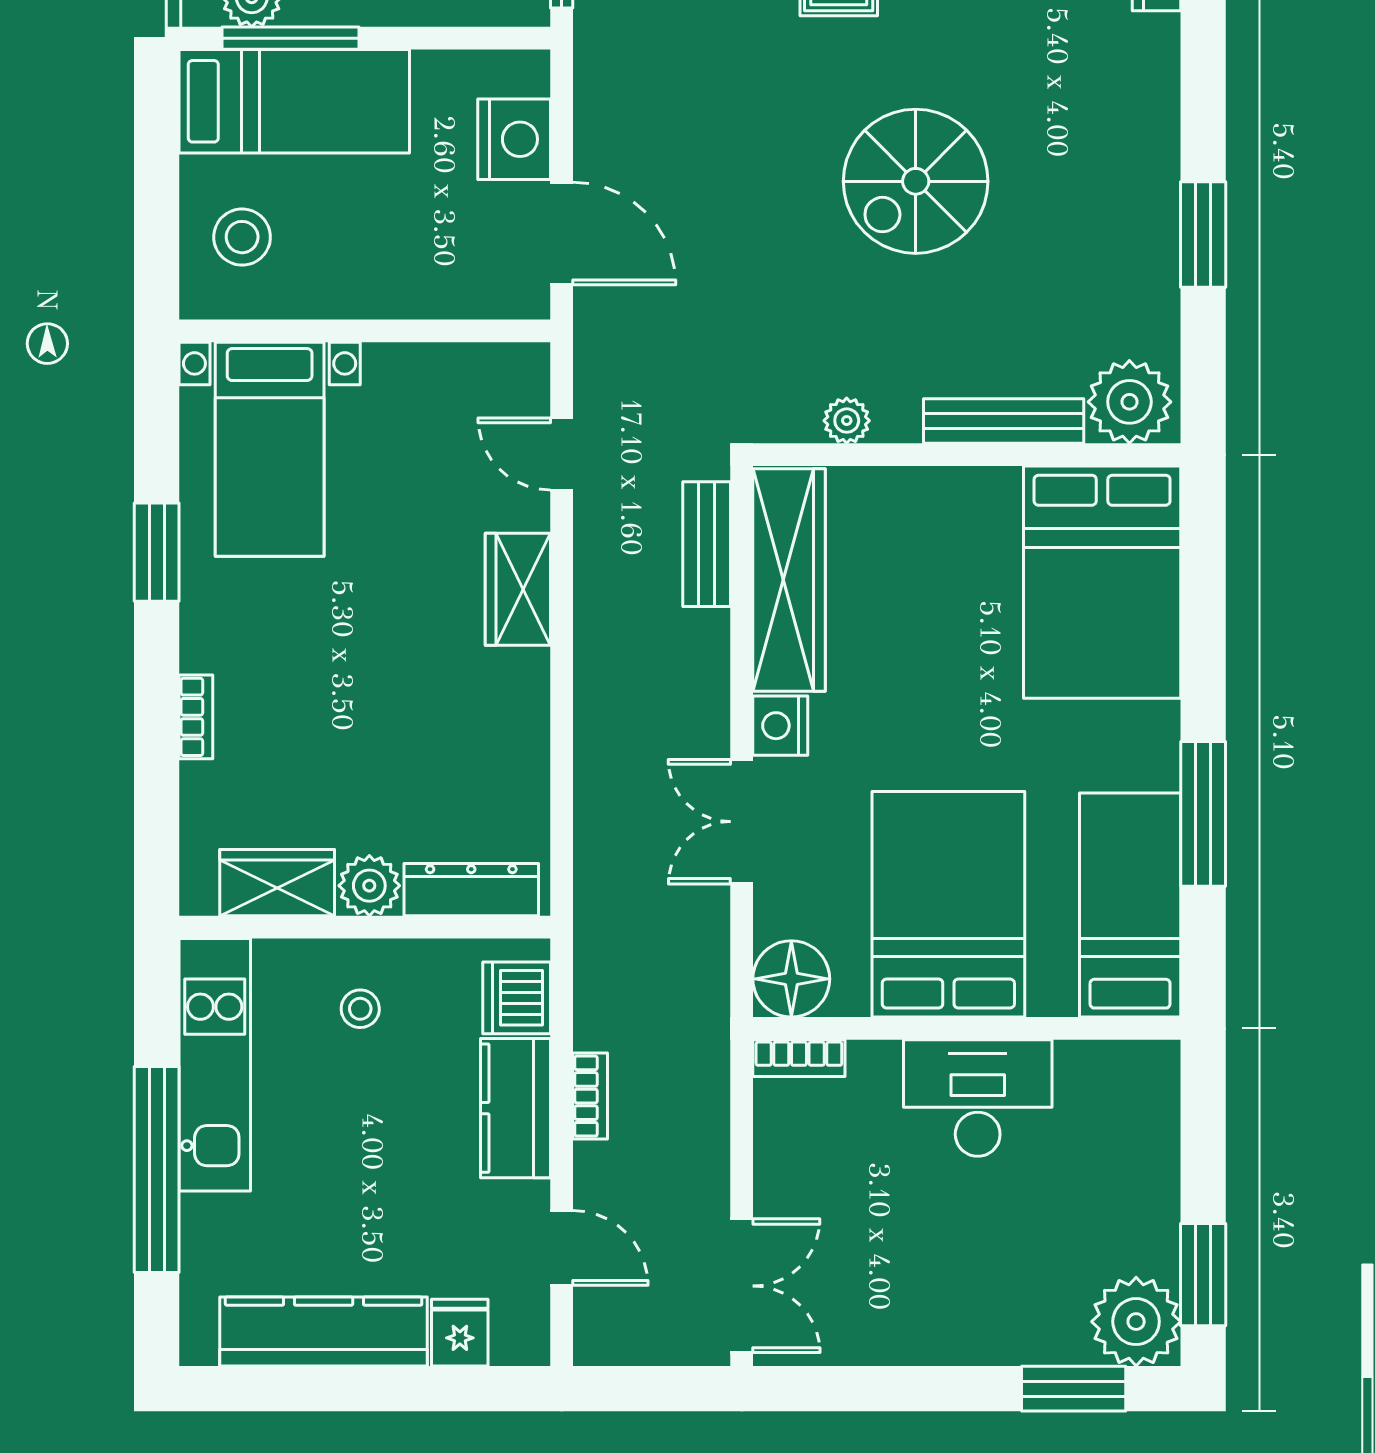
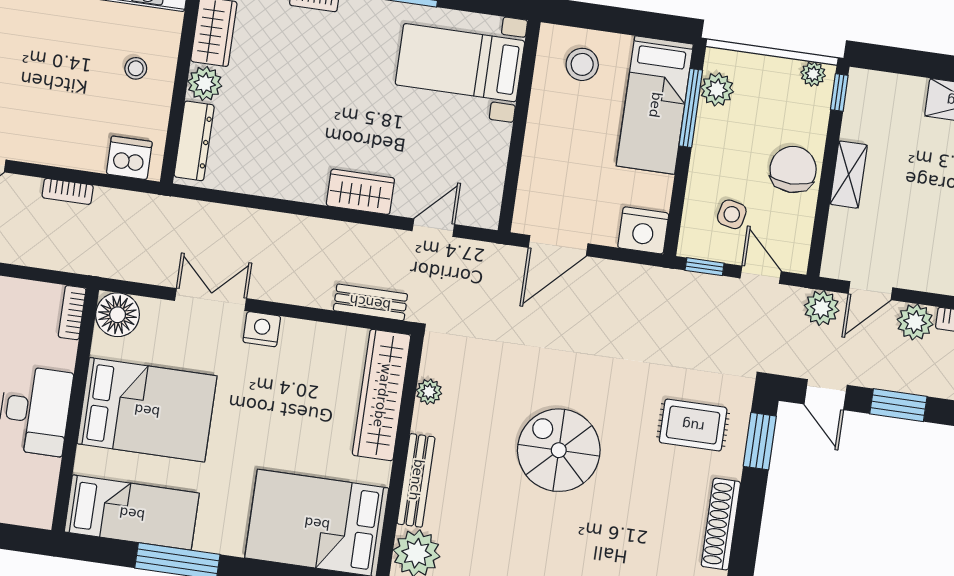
nightstand: (514, 139) -> (643, 230), moved
wardrobe: (789, 580) -> (382, 395), moved, turned 90
kitchen counter: (516, 1108) -> (67, 148), removed

